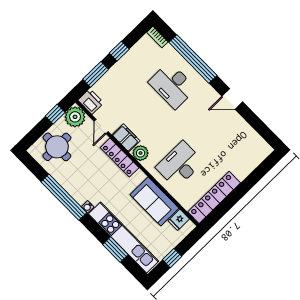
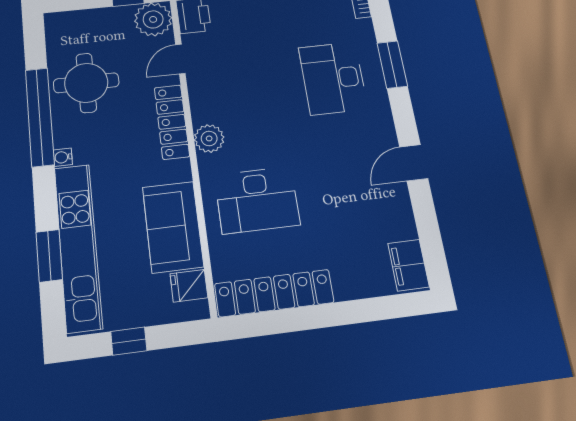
window: (193, 59) -> (392, 65), width x0.47
door: (232, 99) -> (414, 163), hinge flipped
filing cabinet: (126, 138) -> (409, 265), moved, turned 180
round table: (57, 147) -> (86, 83), moved
desk: (180, 165) -> (257, 200), turned 180

